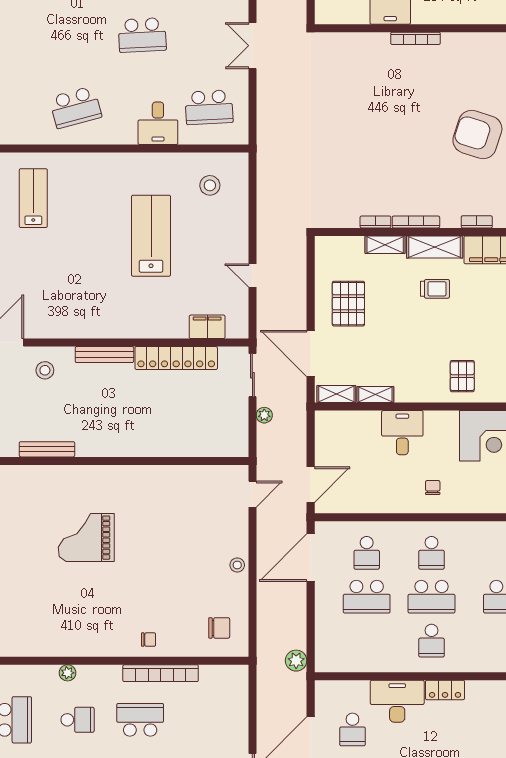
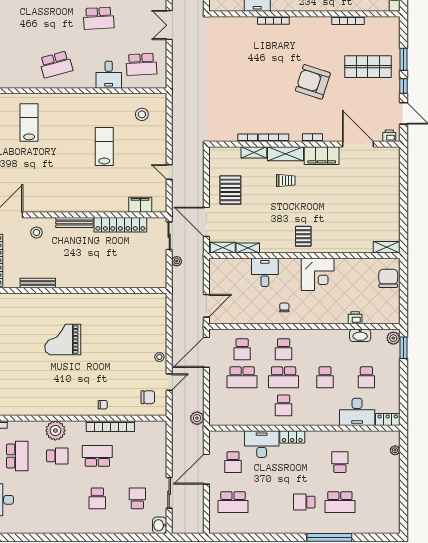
lab bench: (151, 236) -> (104, 147), width x0.73, depth x0.72
door: (252, 494) -> (169, 382), moved
plant: (68, 673) -> (55, 431), width x1.87, depth x1.87

